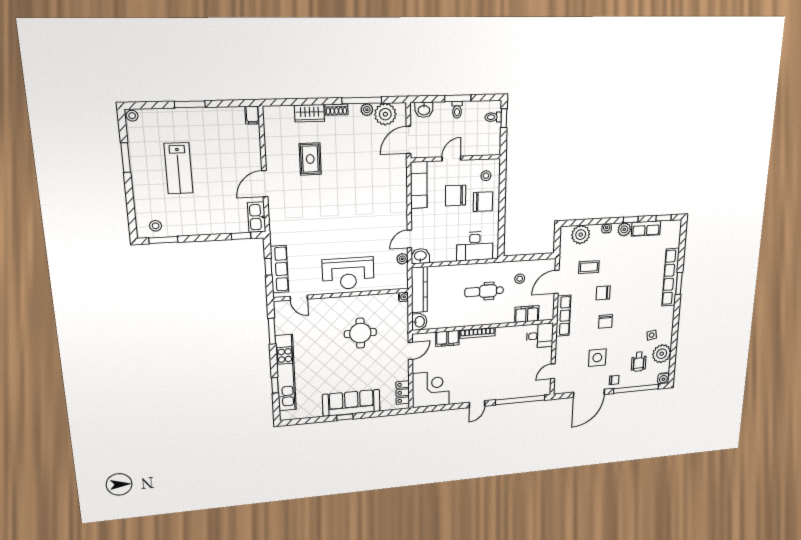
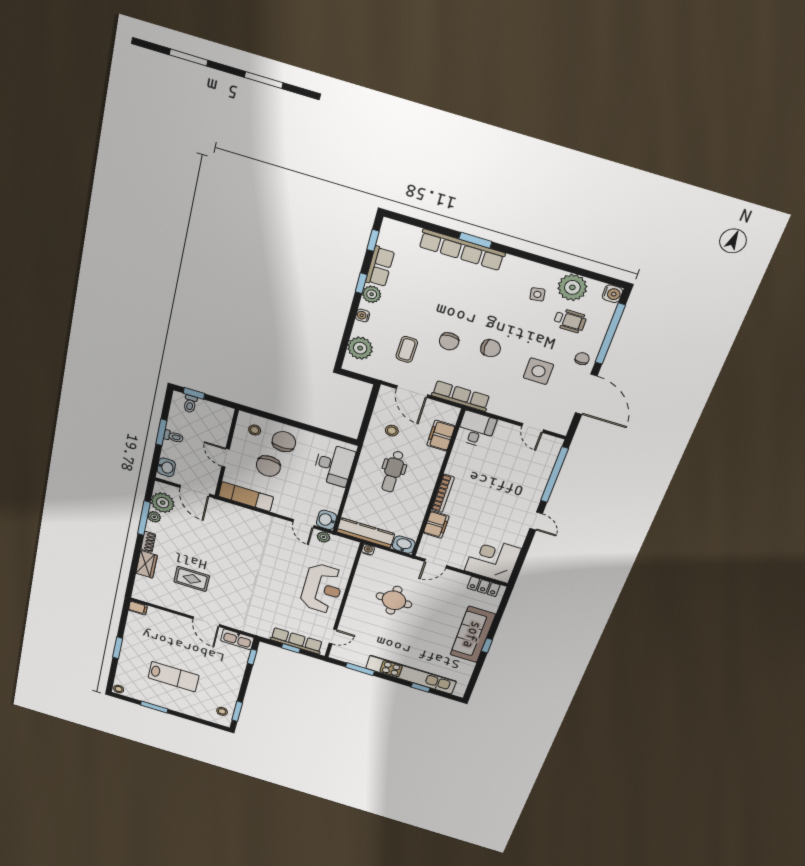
door: (410, 351) -> (436, 564), swing flipped

